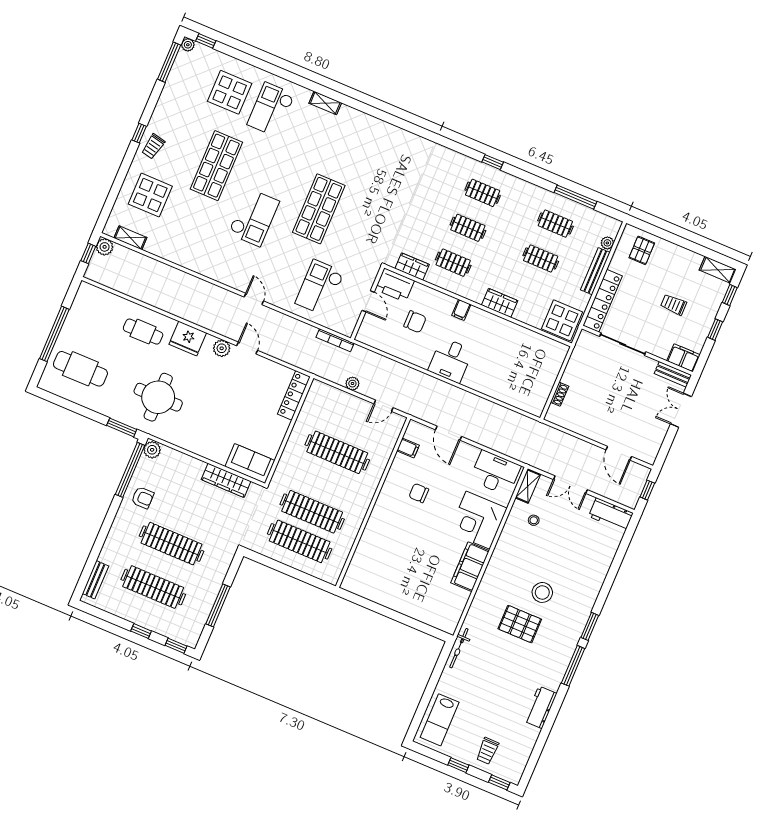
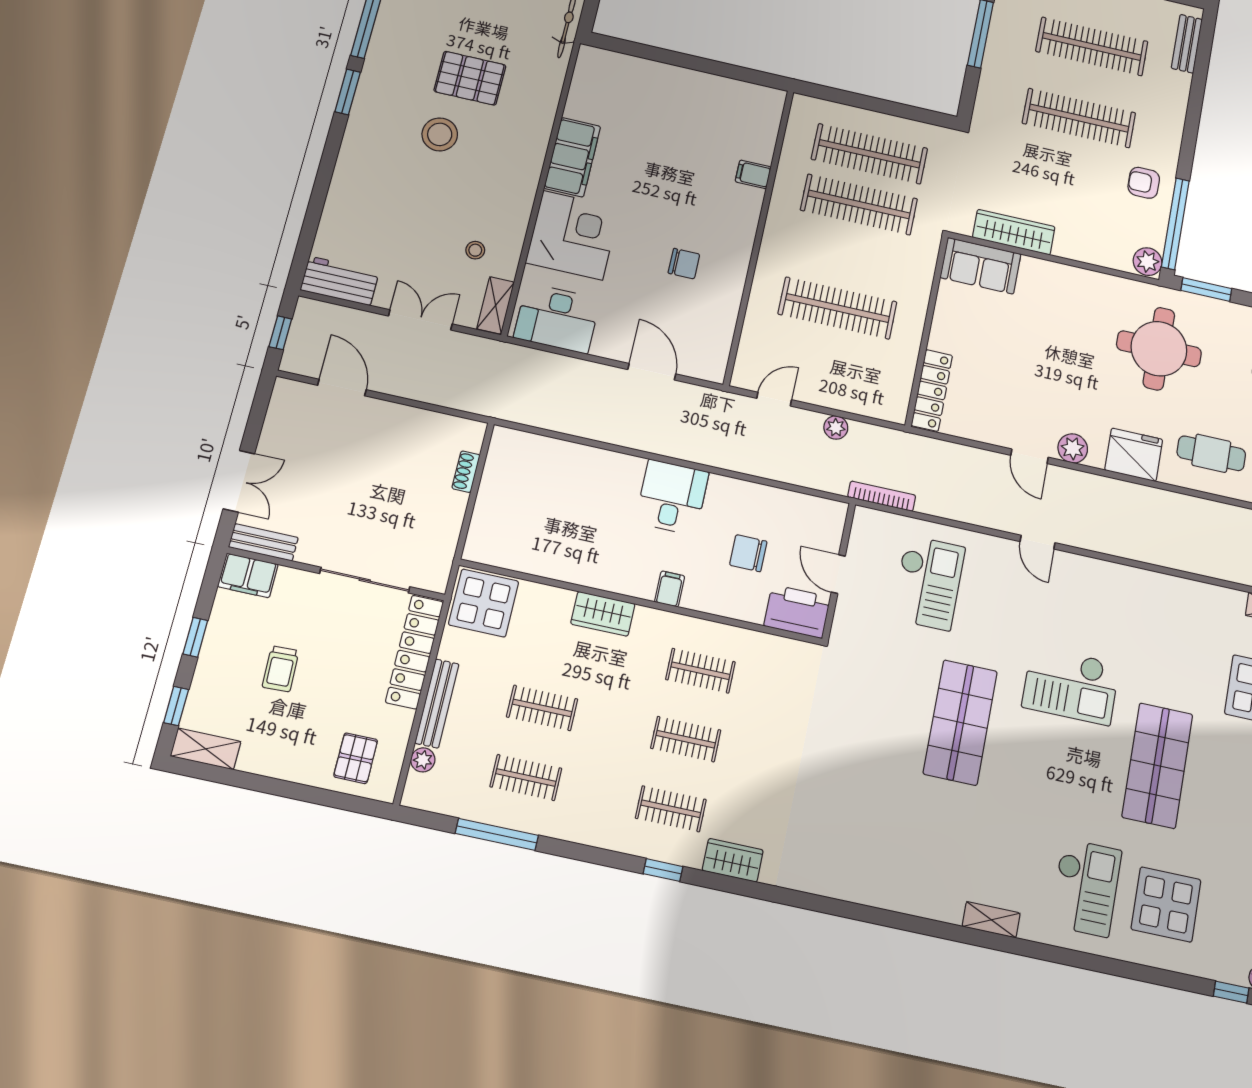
checkout: (254, 217) -> (1071, 685), turned -90
wardrobe: (412, 267) -> (733, 860), moved, turned 180
trolley: (674, 305) -> (281, 669), turned 88
filing cabinet: (408, 448) -> (753, 174), moved

